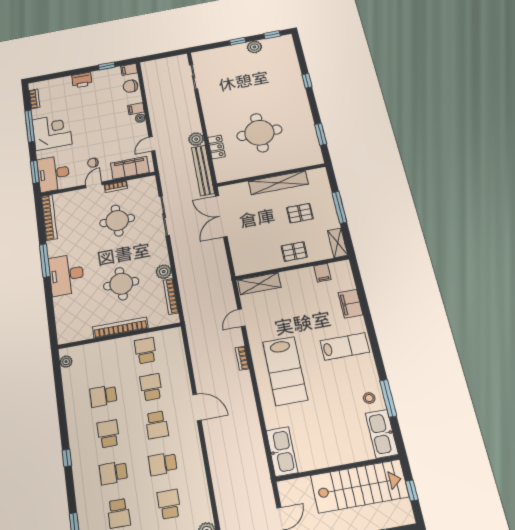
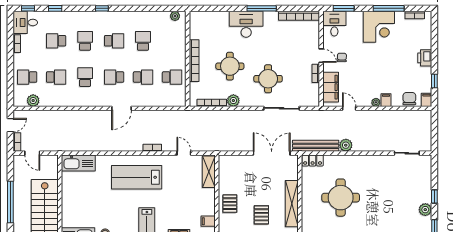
locker: (217, 147) -> (313, 160), moved
desk: (53, 174) -> (334, 24), width x0.73
round table: (117, 221) -> (268, 79), moved

